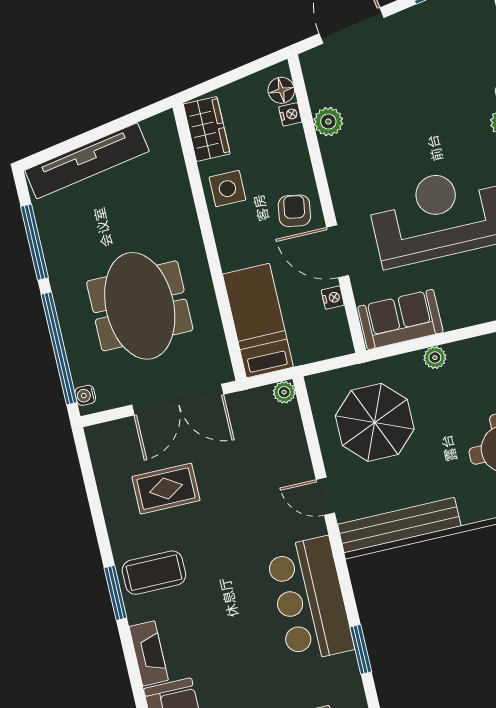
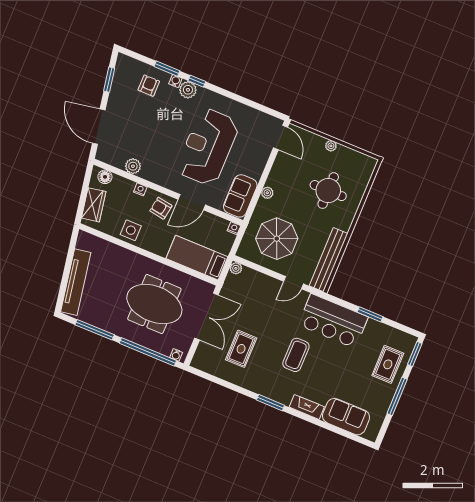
armchair: (470, 57) -> (149, 86), added
nightstand: (290, 114) -> (140, 189), moved
wardrobe: (207, 129) -> (94, 205), moved, turned 80
nightstand: (333, 298) -> (234, 228), moved
coffee table: (154, 573) -> (296, 355), moved

